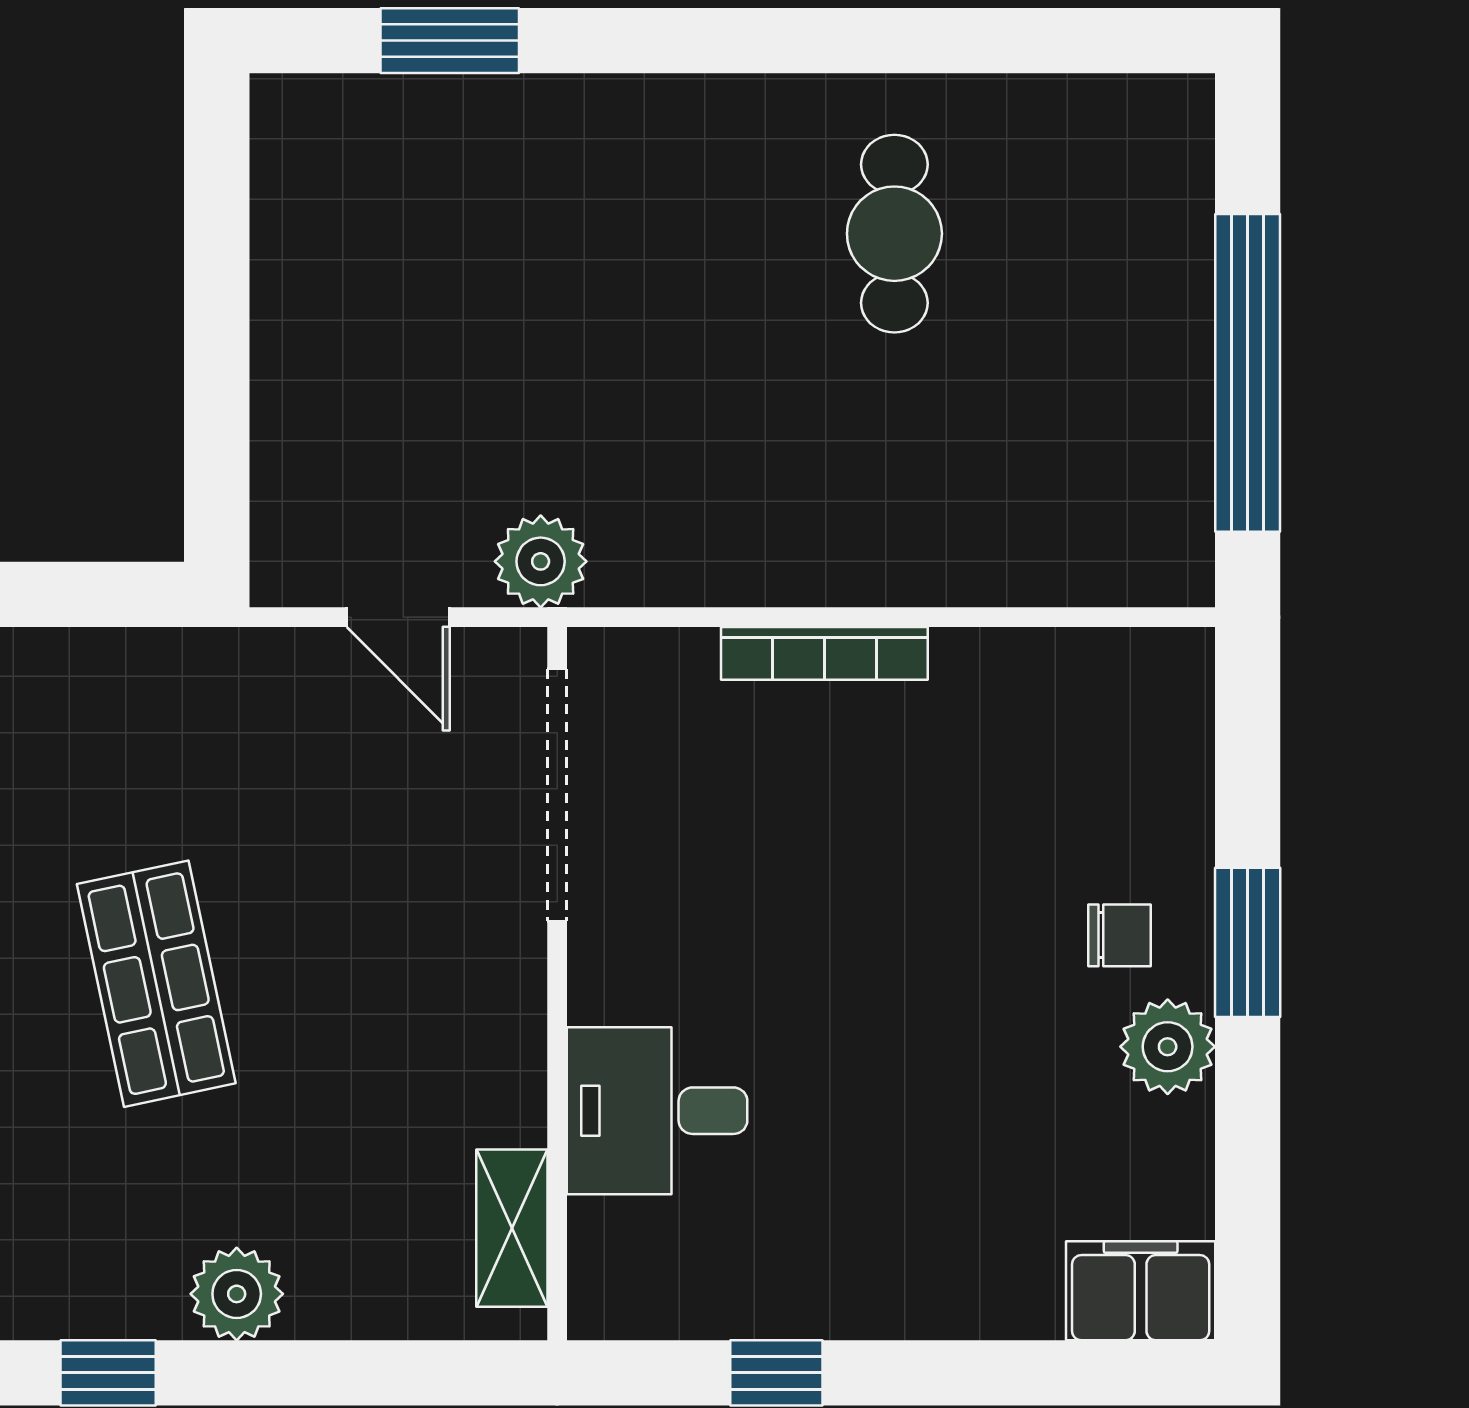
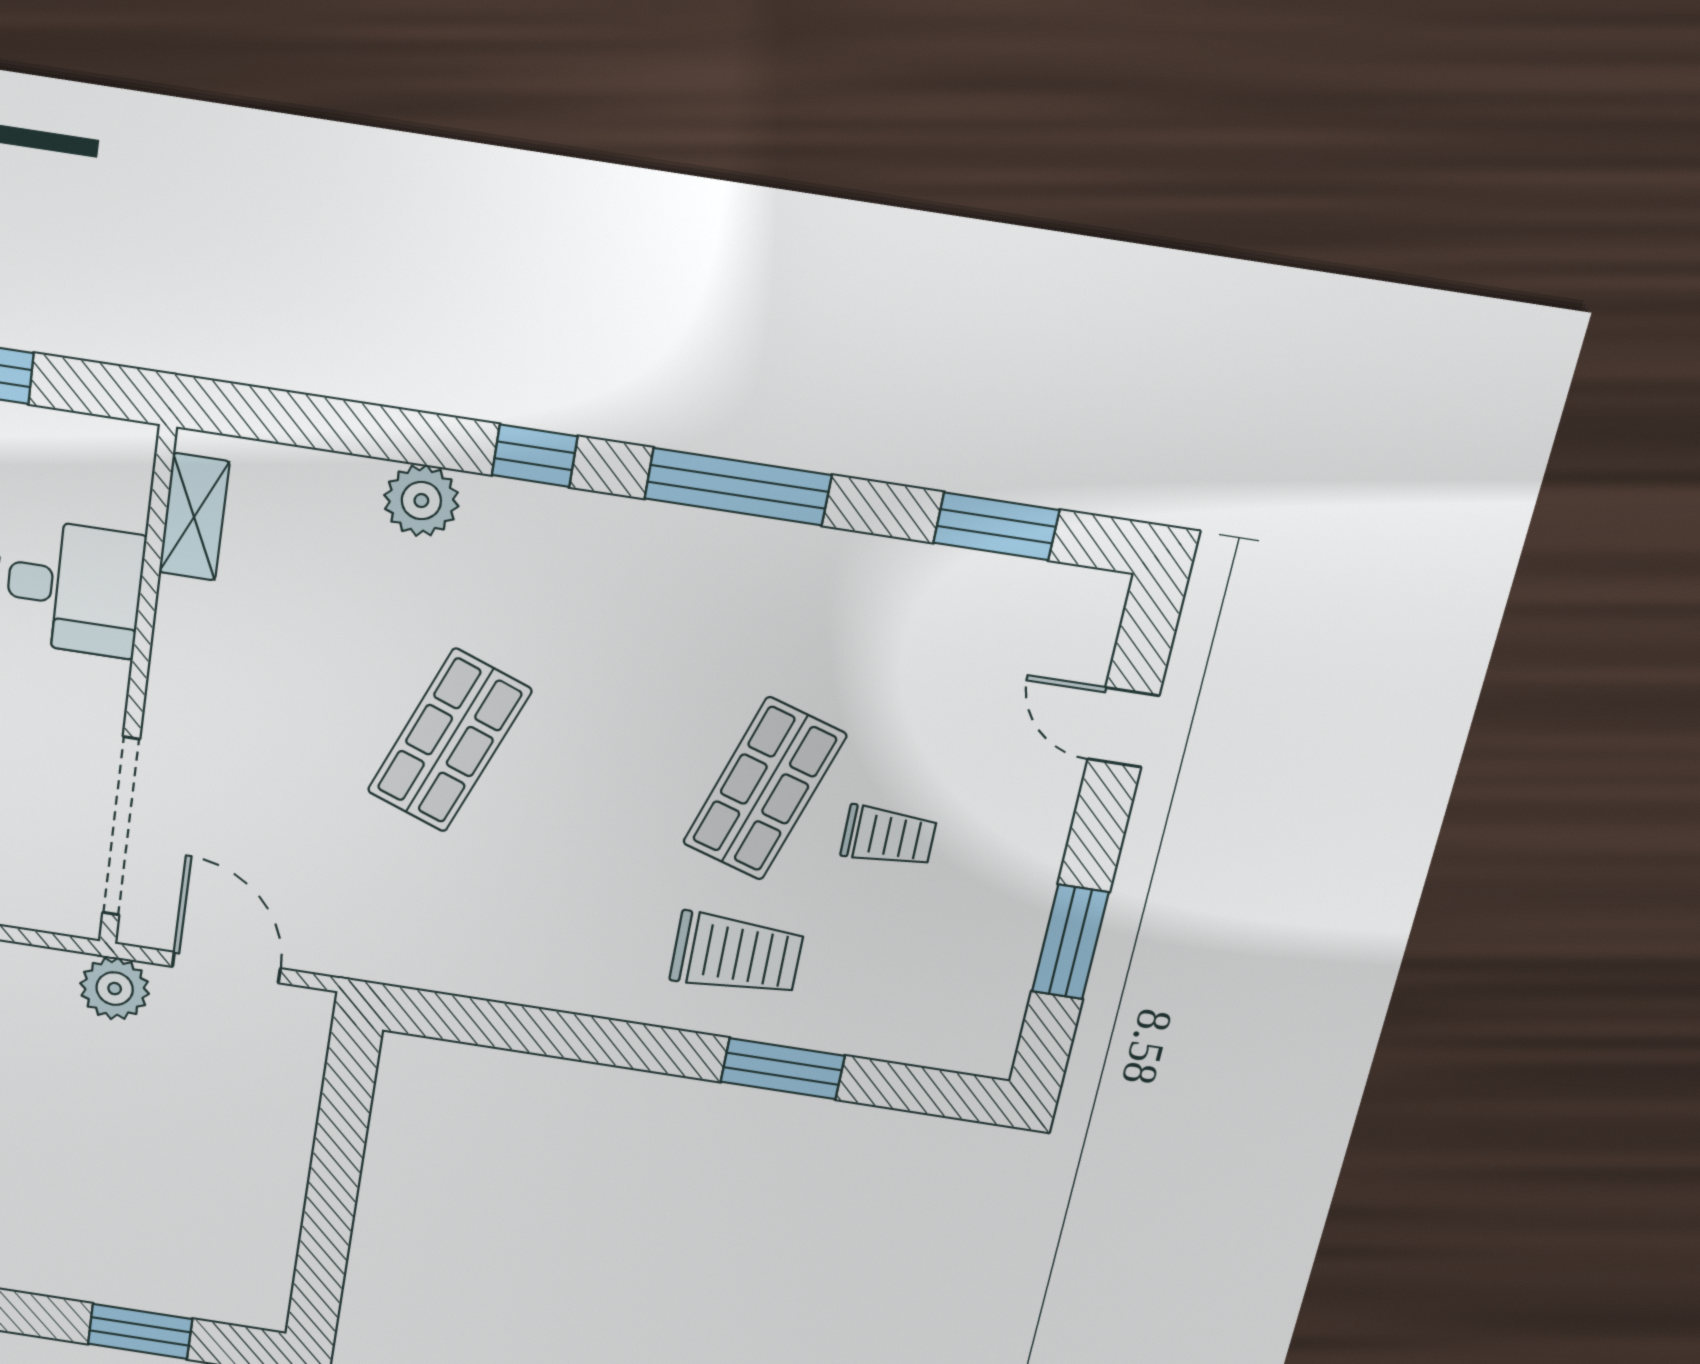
door: (398, 617) -> (226, 968), width x1.38
shop shelf: (156, 984) -> (449, 741), turned 33

